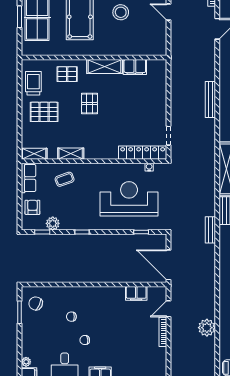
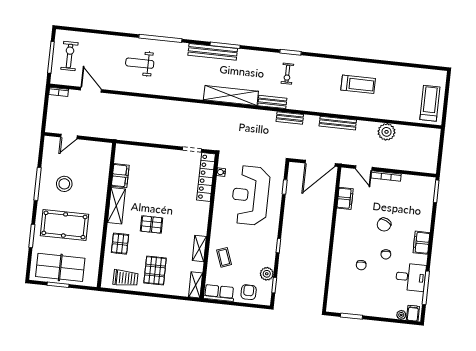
trolley: (33, 83) -> (126, 278), turned 180
bench: (210, 100) -> (338, 123), moved
armchair: (32, 207) -> (249, 292), turned 90
chair: (36, 303) -> (384, 225), moved

